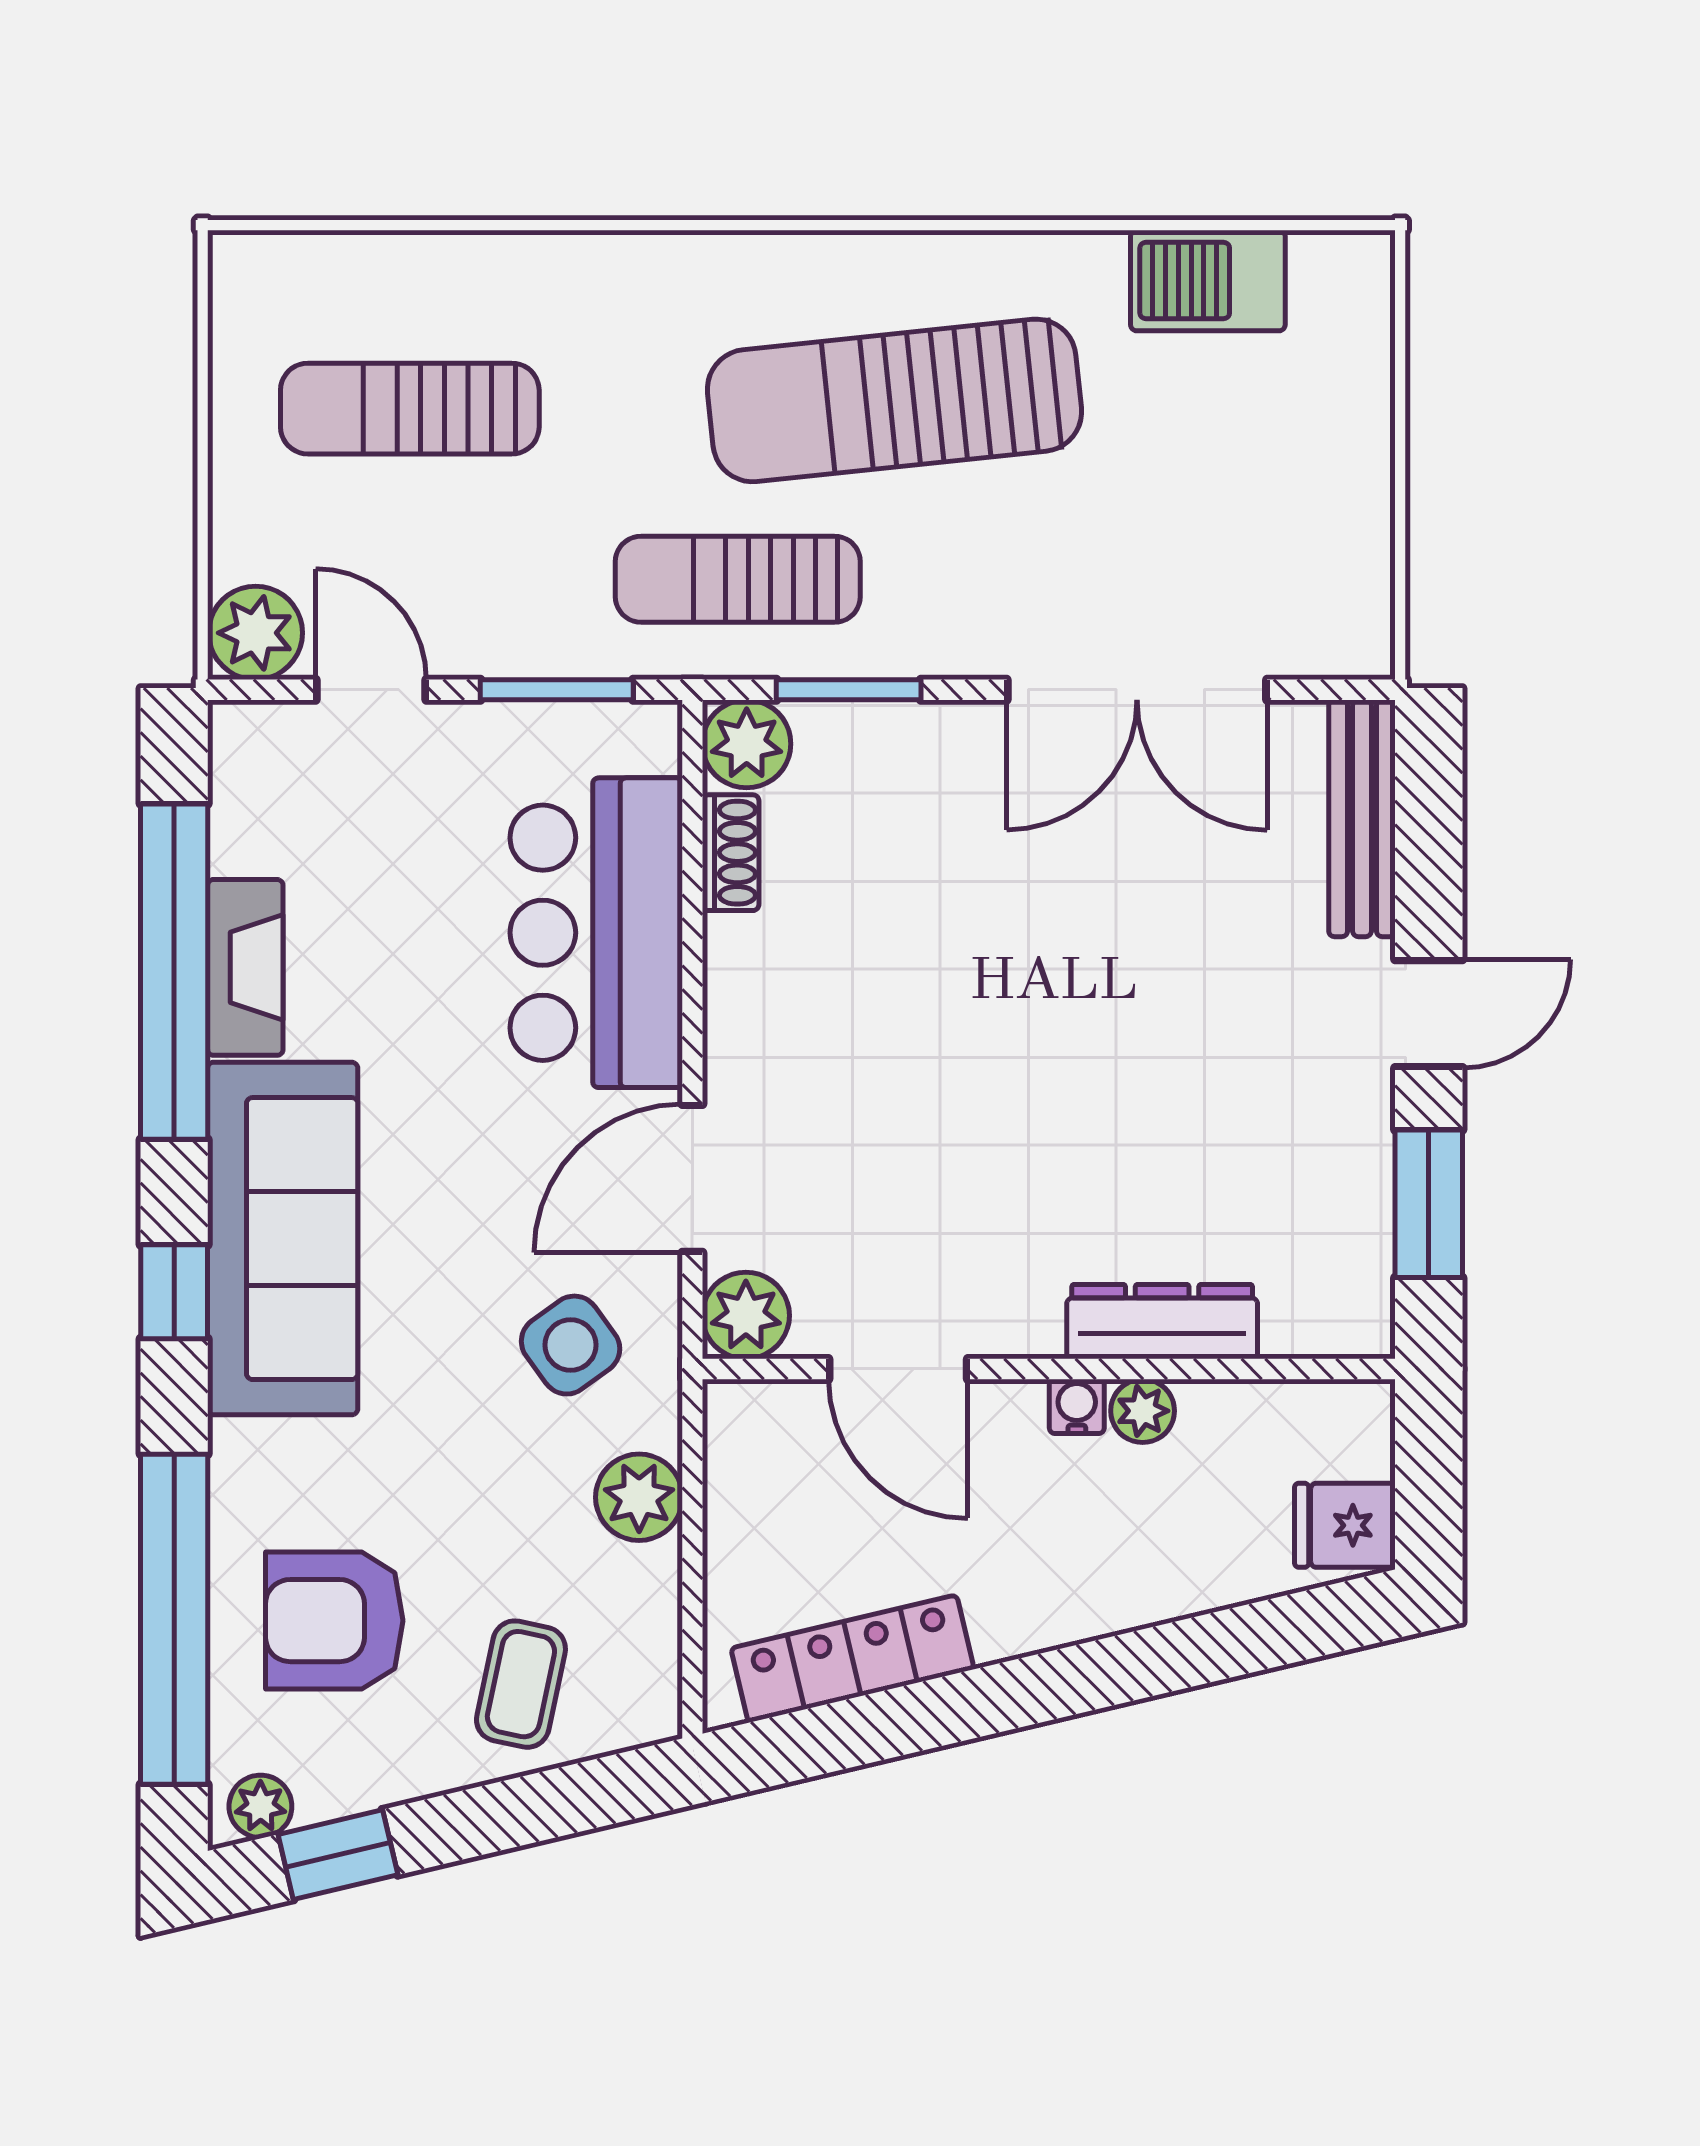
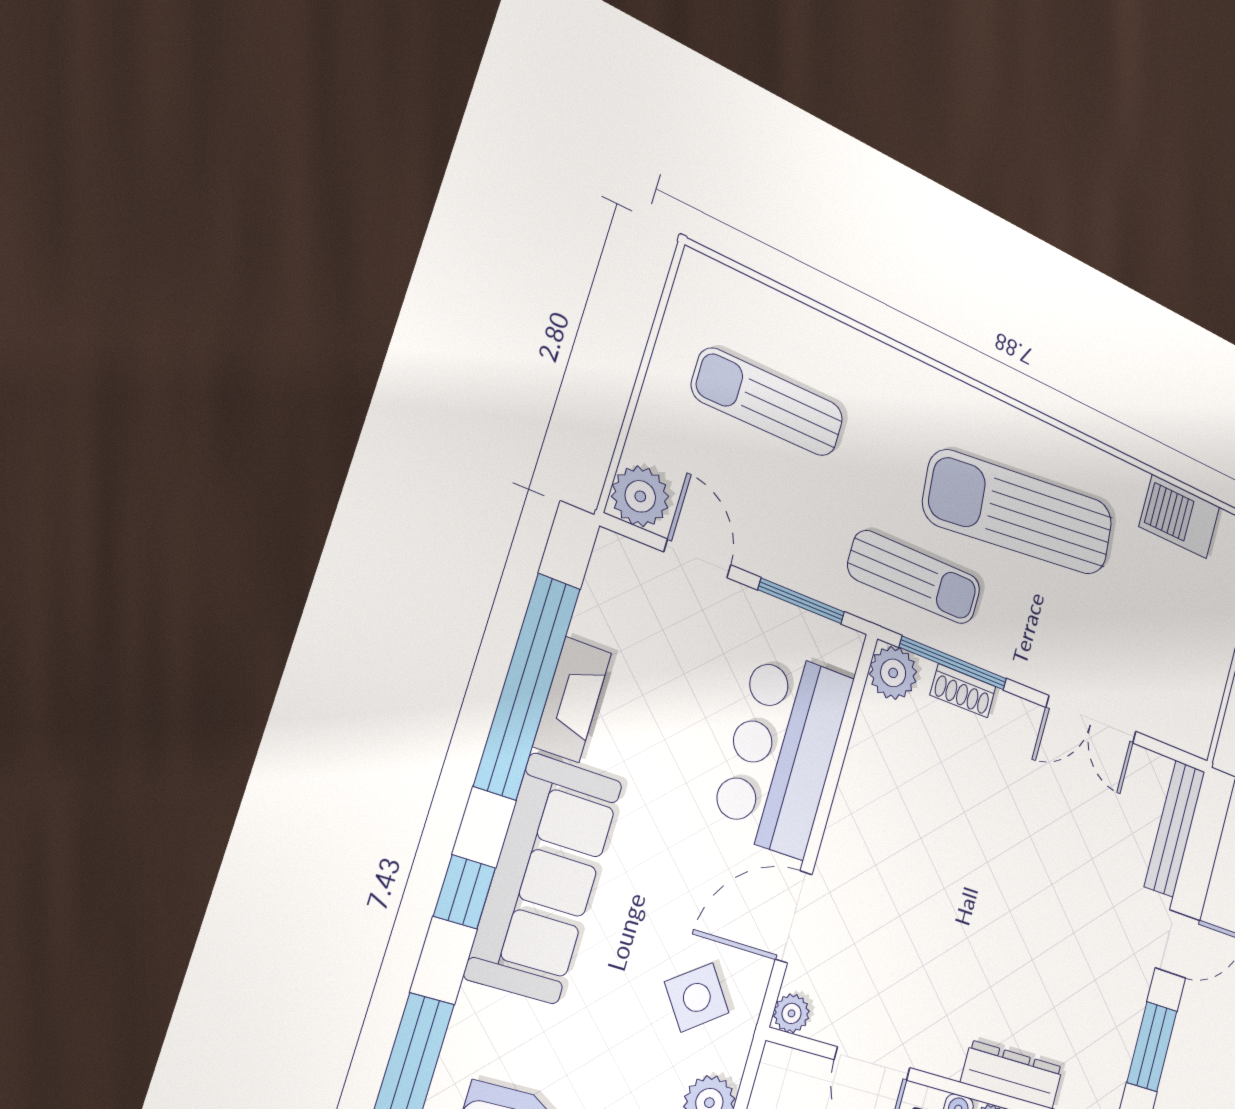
sun lounger: (738, 579) -> (915, 577), turned 180
window: (849, 690) -> (953, 663), width x1.44
double door: (1137, 690) -> (1091, 720), width x0.73
shoe rack: (731, 853) -> (963, 691), moved, turned 90
plant: (746, 1316) -> (792, 1013), width x0.73, depth x0.73

